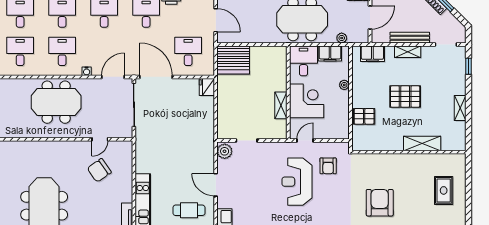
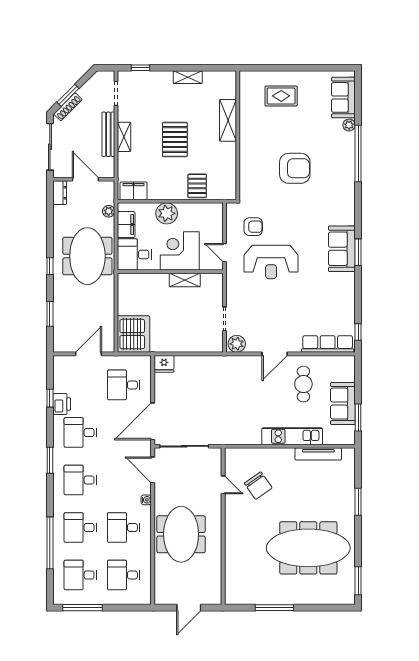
filing cabinet: (372, 54) -> (134, 191), moved, turned -90
plant: (344, 85) -> (167, 213), width x1.87, depth x1.87
armchair: (380, 203) -> (295, 168), turned 180

